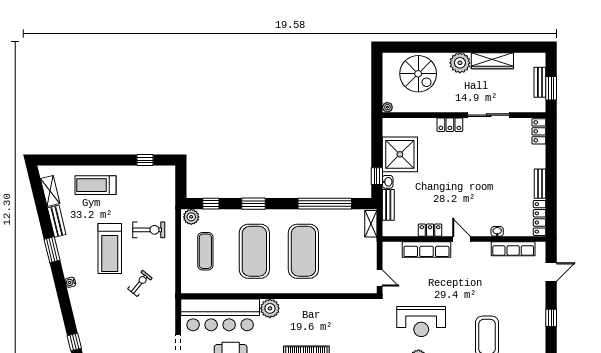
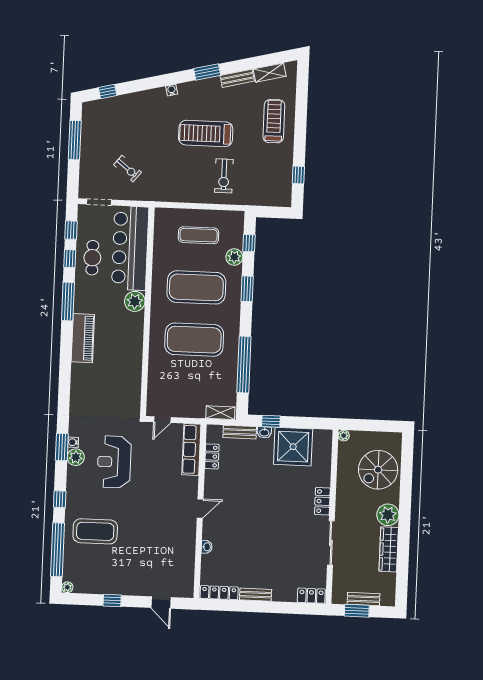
plant: (191, 217) -> (234, 257), moved
locker: (430, 230) -> (212, 456), moved
row of seats: (513, 249) -> (187, 563), removed
row of seats: (426, 250) -> (191, 449), moved
exercise bike: (140, 283) -> (128, 169), moved

